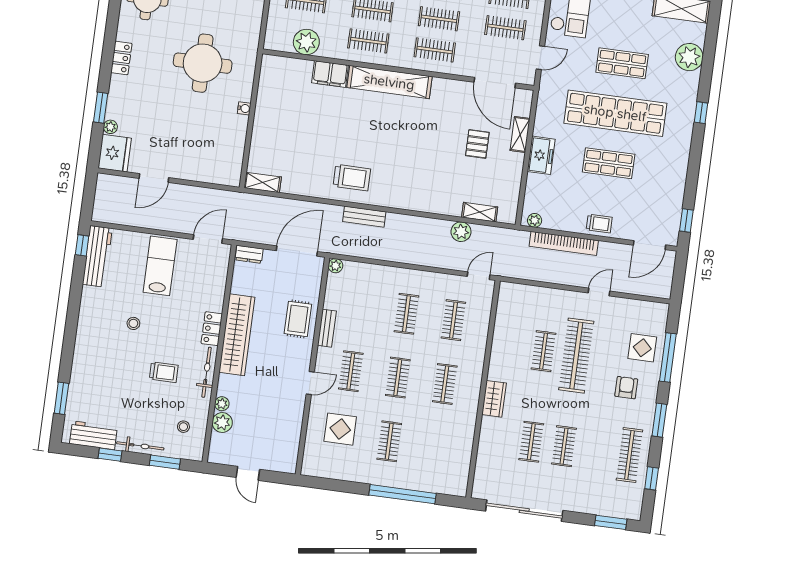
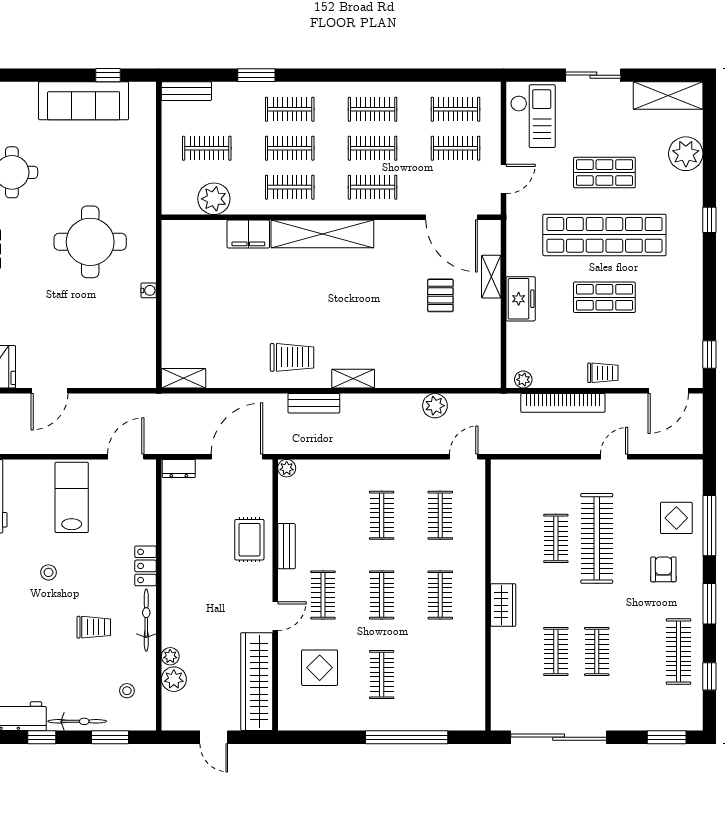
shelving: (480, 212) -> (353, 379), moved
wardrobe: (237, 335) -> (257, 682), moved, turned 180

